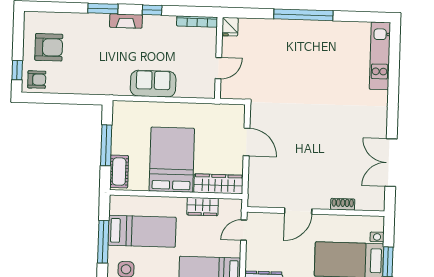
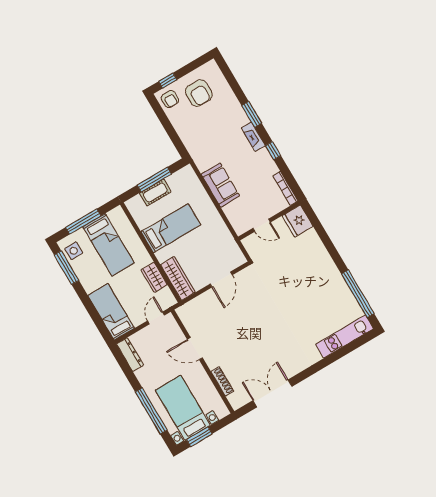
window: (303, 15) -> (358, 294), moved
fridge: (230, 27) -> (298, 221), width x1.88, depth x1.34
bed: (172, 160) -> (171, 228), width x0.67
cot: (119, 172) -> (155, 193), moved
shoe rack: (343, 204) -> (222, 381), width x1.43
door: (244, 230) -> (156, 318), hinge flipped

